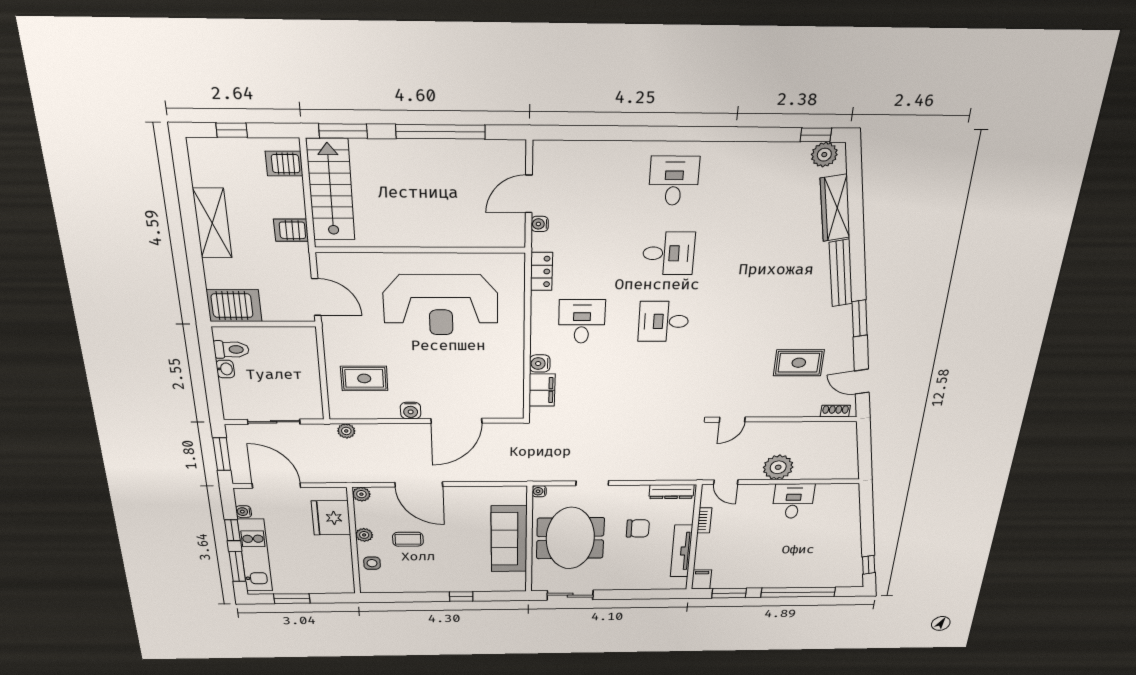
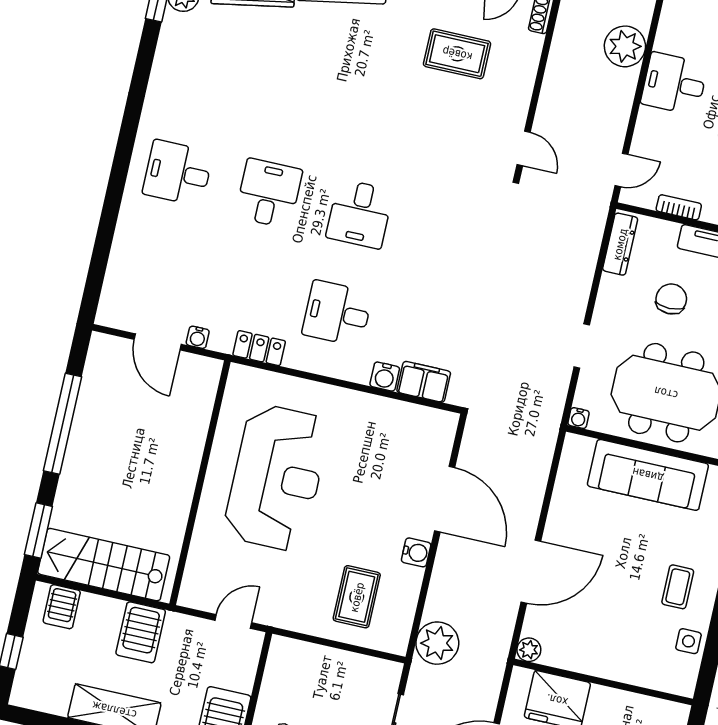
server rack: (291, 230) -> (141, 632), width x1.36, depth x1.44
door: (316, 297) -> (233, 621), width x0.73
rug: (799, 363) -> (457, 54), turned 90
plant: (346, 431) -> (437, 643), width x1.87, depth x1.87
plant: (778, 467) -> (625, 46), moved
plant: (364, 535) -> (595, 665), removed
coffee table: (408, 539) -> (678, 587), moved
side table: (372, 563) -> (688, 641), moved

